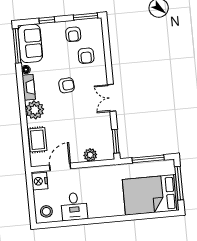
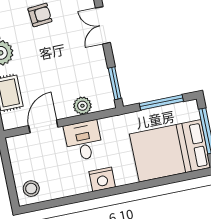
nightstand: (40, 181) -> (102, 179), moved, turned -90
desk: (74, 206) -> (84, 141), moved, turned 180

